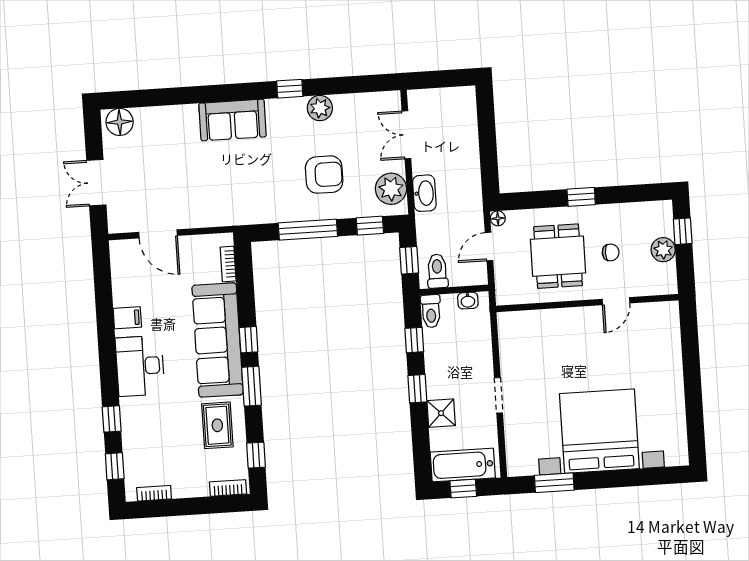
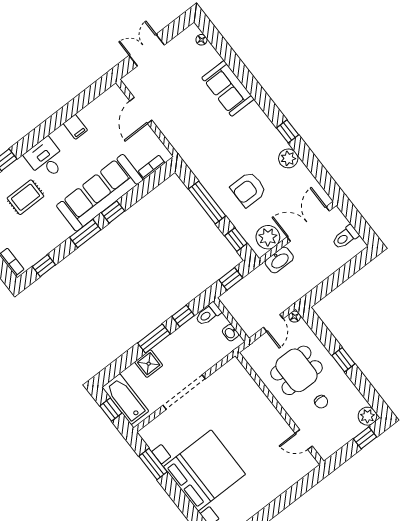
sofa: (233, 120) -> (228, 88), moved
floor lamp: (120, 122) -> (201, 40), width x0.53, depth x0.53
double door: (406, 135) -> (308, 224), width x1.37
armchair: (324, 175) -> (248, 189), turned 90
door: (489, 247) -> (273, 323), swing flipped
plant: (663, 250) -> (367, 416), moved
toilet: (437, 271) -> (345, 237), moved, turned 180
door: (616, 301) -> (304, 440), moved
desk: (140, 366) -> (46, 159), width x0.73
window: (417, 389) -> (154, 339), width x1.50
doorway: (499, 395) -> (184, 392), width x1.87
rug: (217, 425) -> (26, 197), moved

